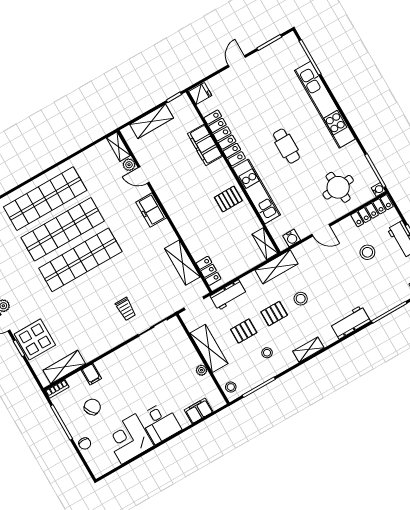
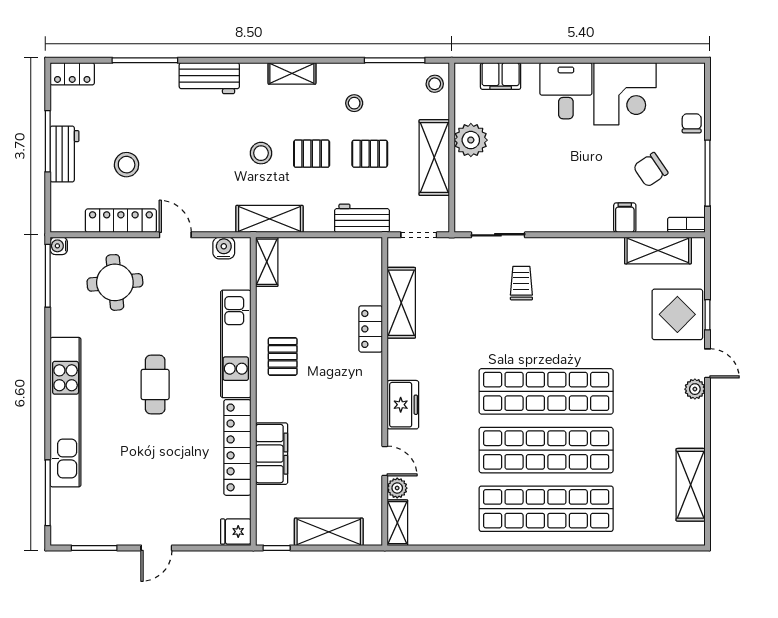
pallet: (228, 199) -> (283, 356), turned 90
locker: (372, 211) -> (121, 221), moved
locker: (208, 271) -> (371, 329), moved
plant: (201, 370) -> (471, 140), width x1.87, depth x1.87

